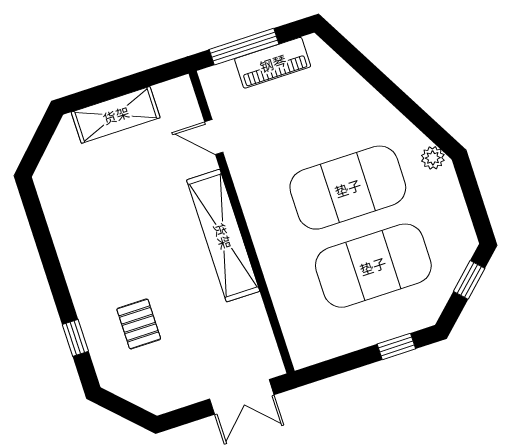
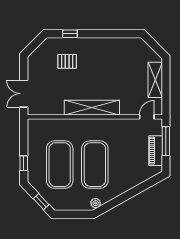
door: (214, 137) -> (147, 117), moved

